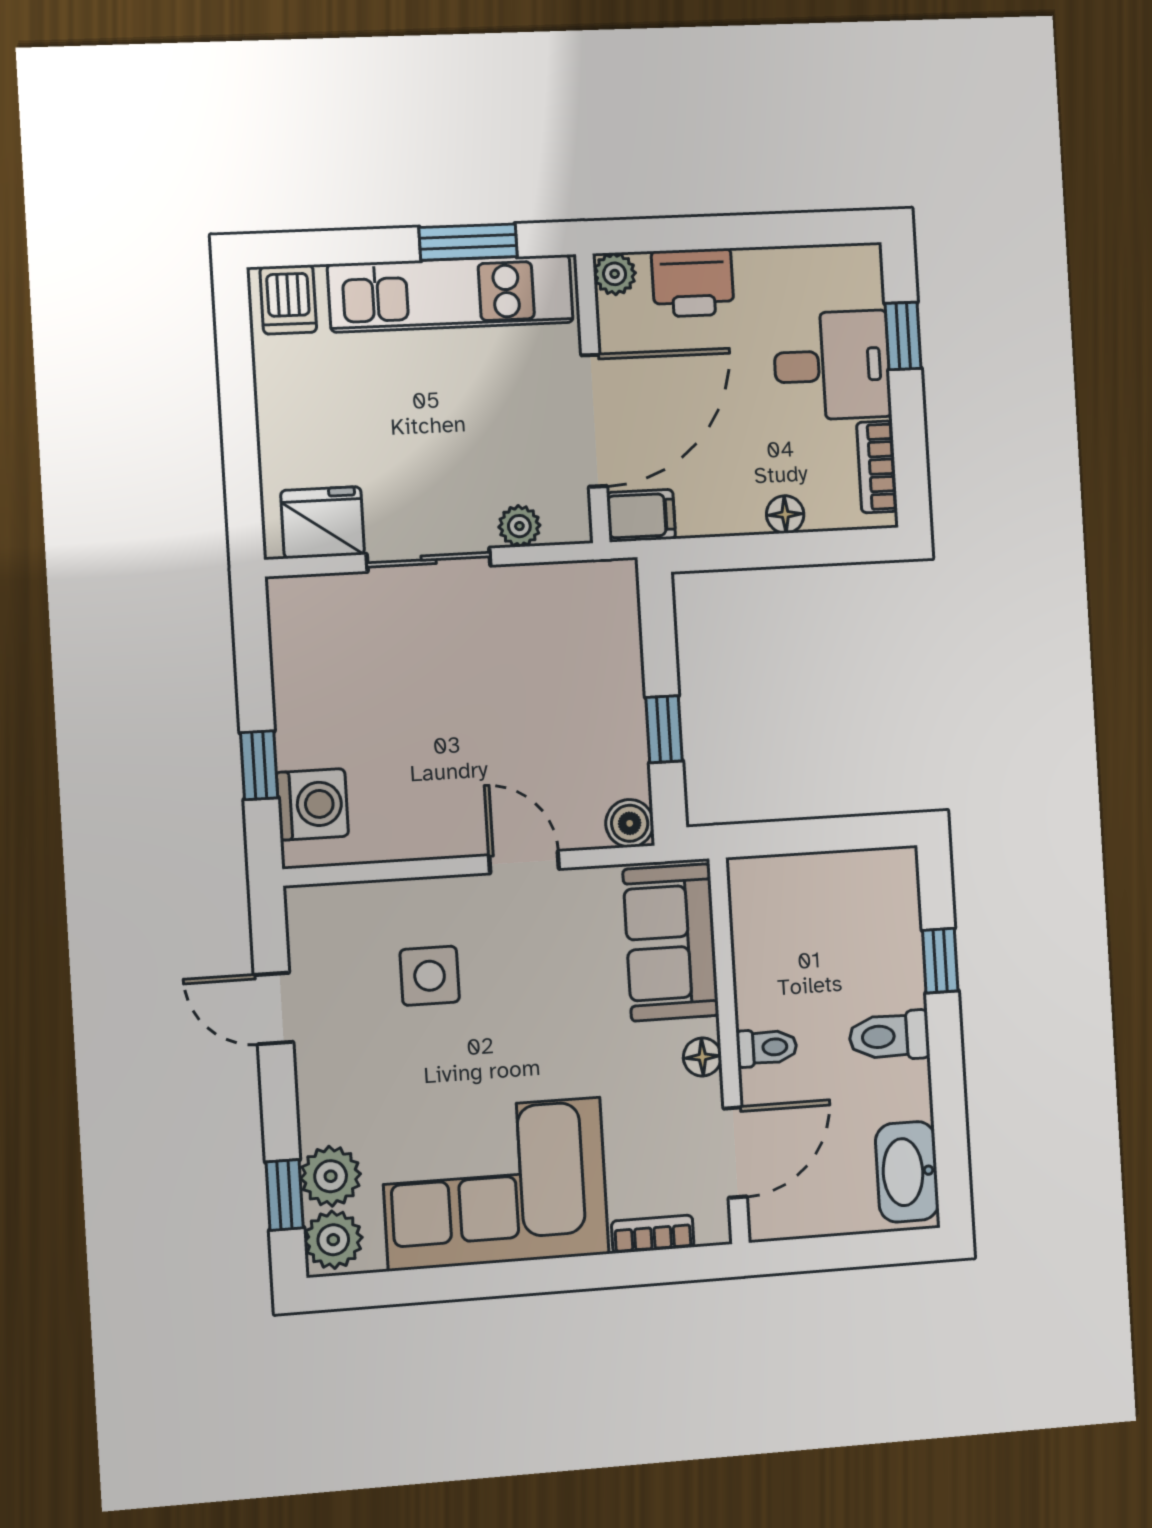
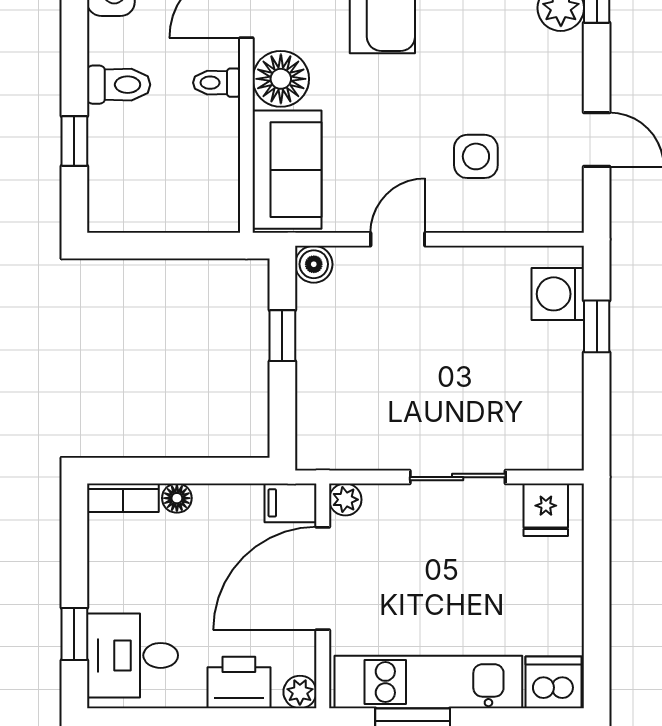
dishwasher: (288, 300) -> (553, 682), width x1.38
desk: (832, 366) -> (133, 655), moved
bookcase: (877, 467) -> (123, 498), moved, turned 90
fridge: (323, 523) -> (546, 510), width x0.72
plant: (519, 526) -> (345, 500), moved
door: (524, 862) -> (398, 239), swing flipped
floor lamp: (702, 1057) -> (281, 79), width x1.89, depth x1.89

